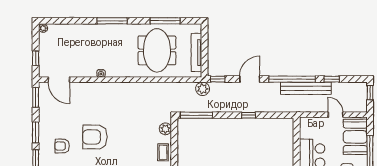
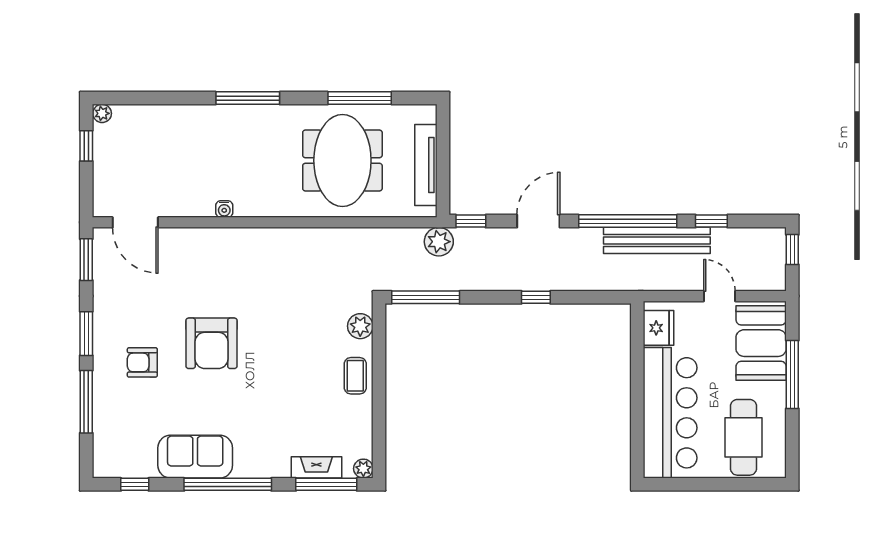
window: (36, 58) -> (86, 146), moved
fridge: (307, 130) -> (659, 328), added
armchair: (95, 137) -> (211, 343), turned -90

